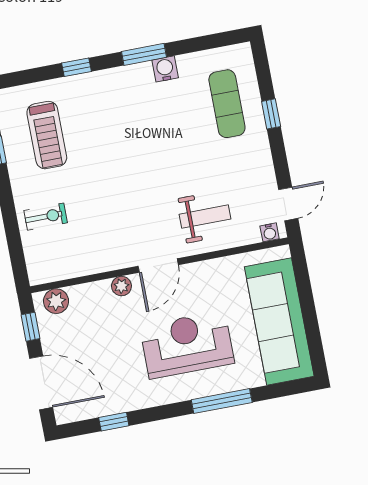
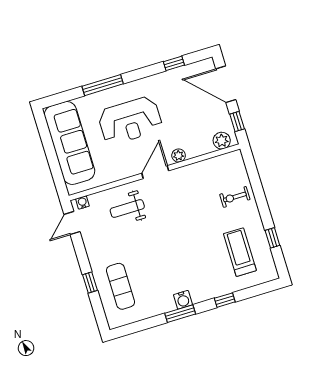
water cooler: (165, 69) -> (183, 300), moved

